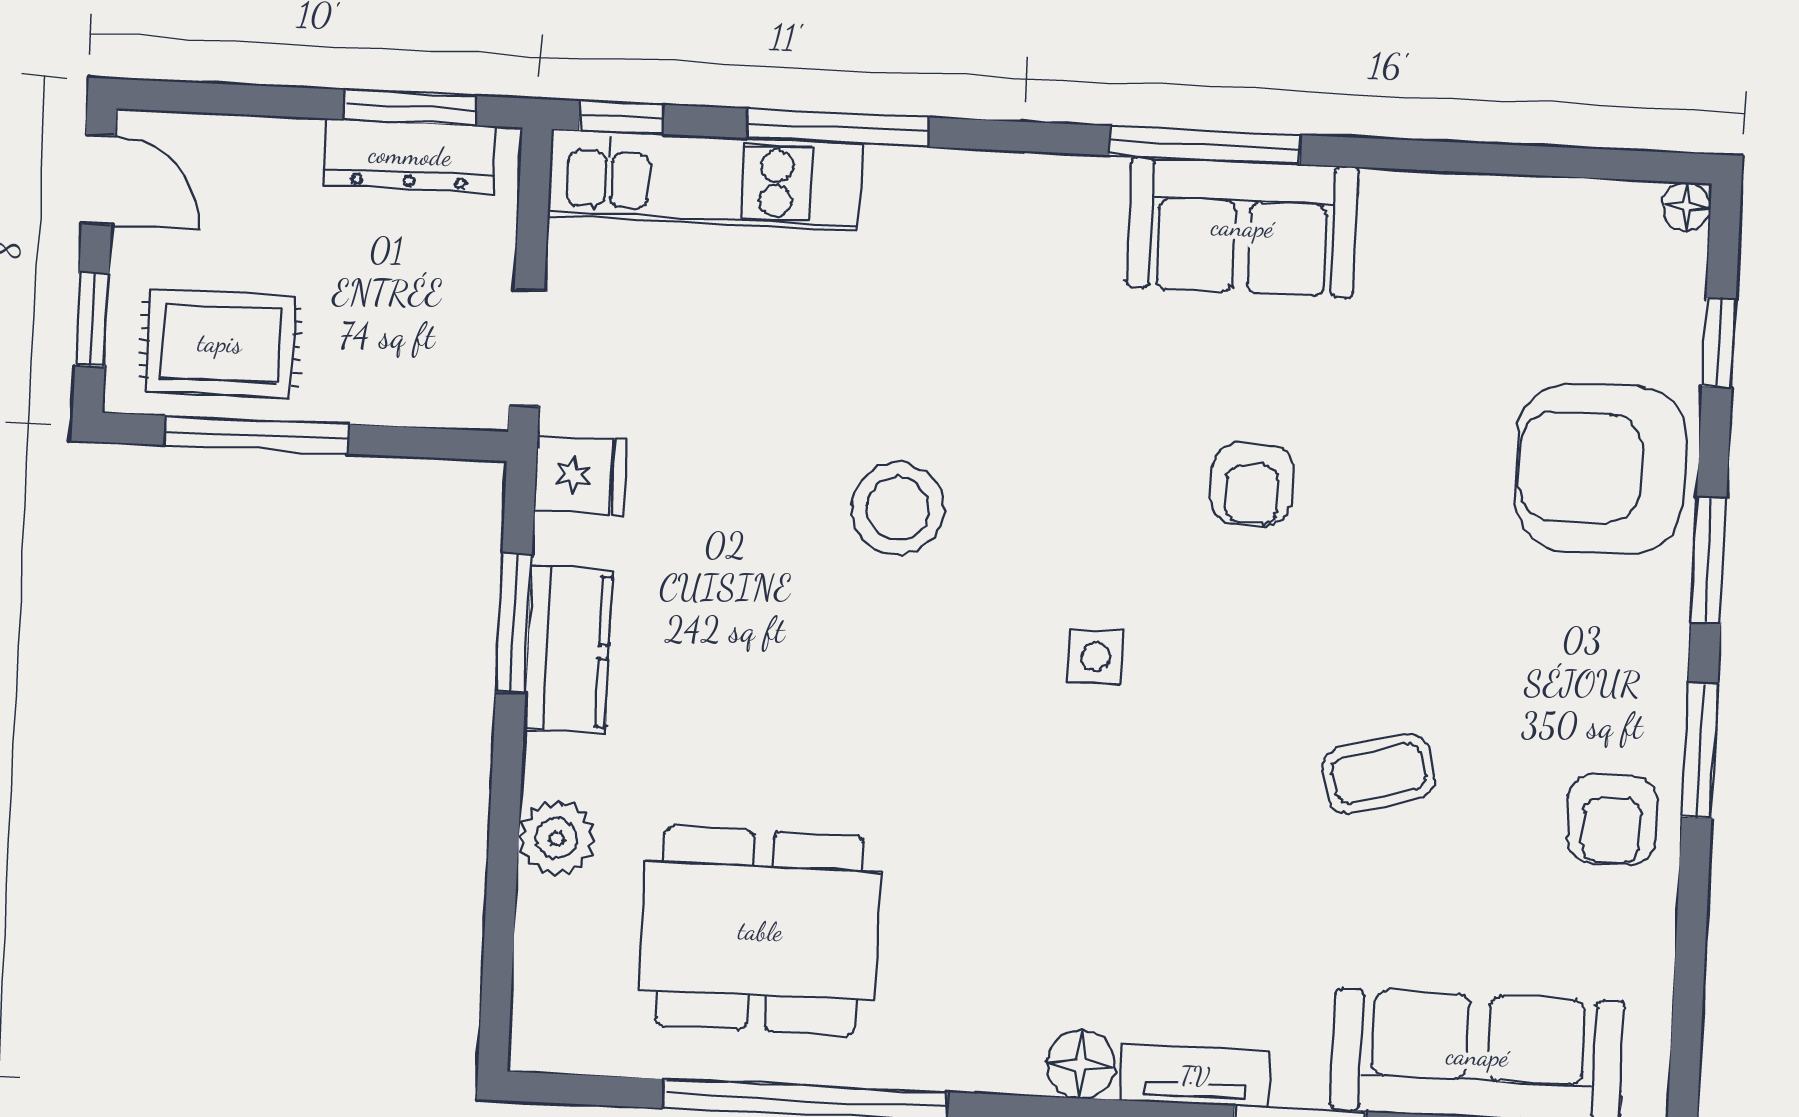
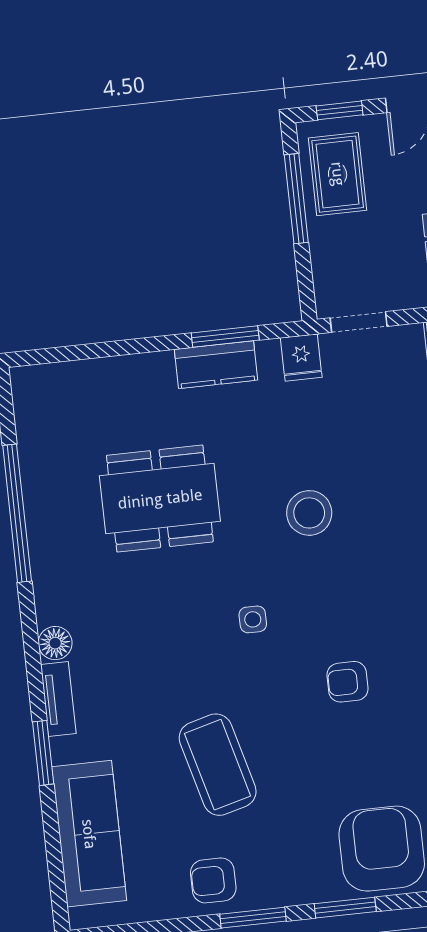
coffee table: (1379, 774) -> (218, 765), width x1.86, depth x1.72
plant: (557, 838) -> (124, 373), removed
dining table: (760, 931) -> (160, 499), moved, turned 90

